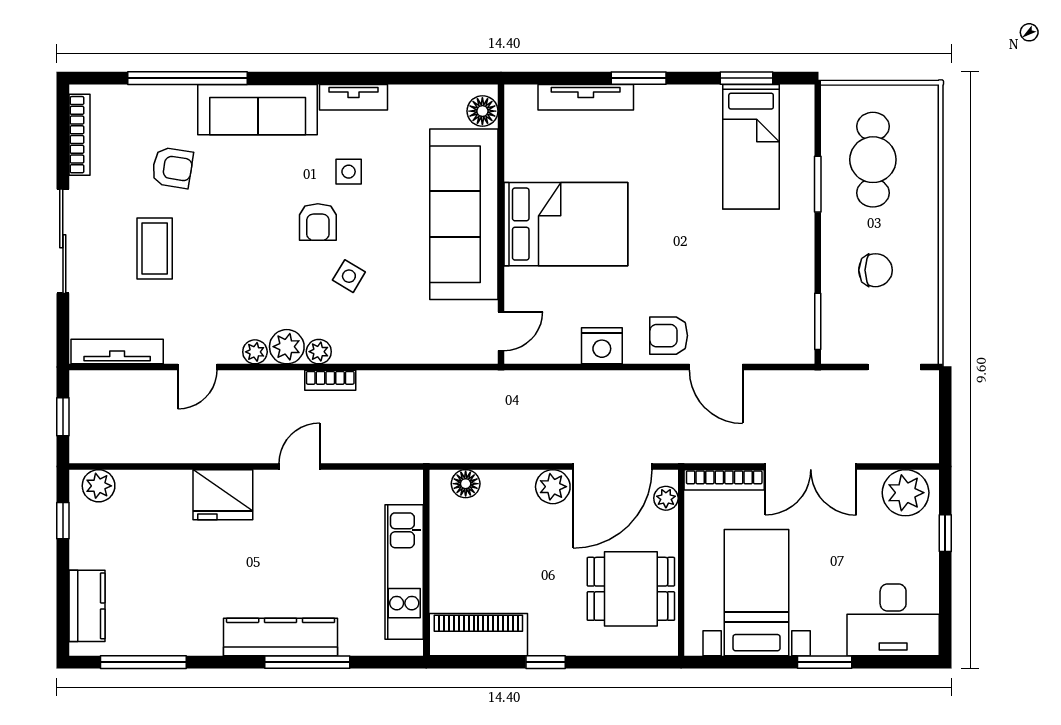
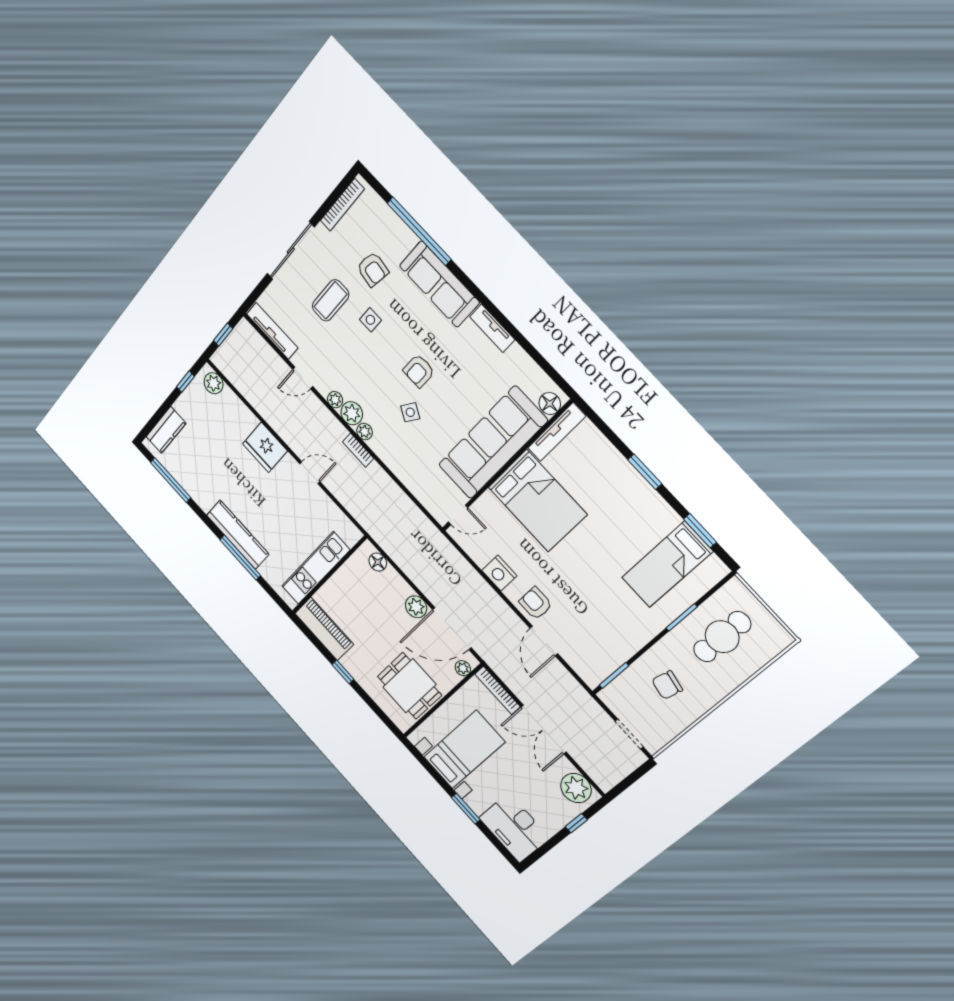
tv unit: (586, 97) -> (557, 432), moved, turned -90
side table: (349, 172) -> (370, 320), moved
chair: (875, 270) -> (667, 685), turned 102

